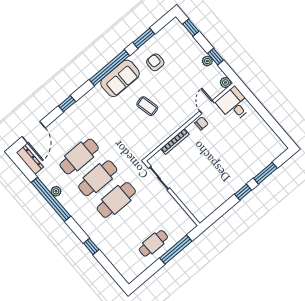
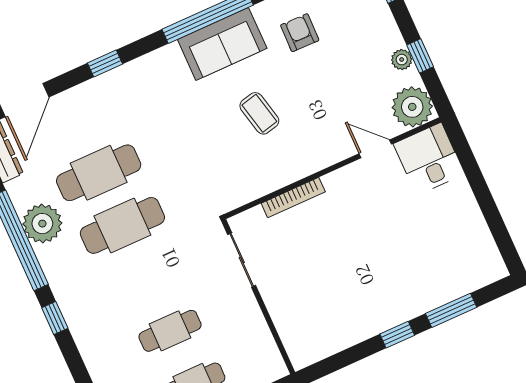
plant: (225, 82) -> (412, 107), width x1.88, depth x1.88
door: (207, 107) -> (375, 149), hinge flipped
chair: (202, 123) -> (355, 178), removed
plant: (56, 191) -> (42, 224), width x1.87, depth x1.87
cafe table: (116, 200) -> (170, 331), moved, width x0.73, depth x0.74
window: (91, 246) -> (55, 318), moved

